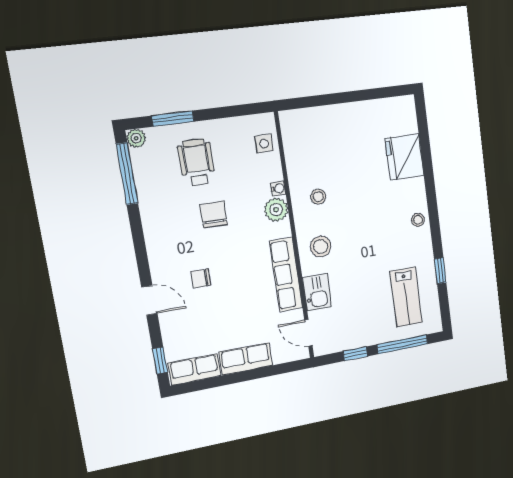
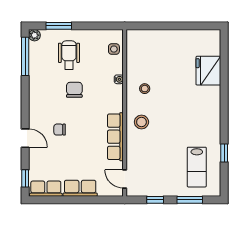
plant: (276, 210) -> (115, 93), removed
stool: (418, 220) -> (212, 115), removed
kitchen sink: (317, 292) -> (135, 152), removed
window: (402, 344) -> (190, 200), width x0.69

